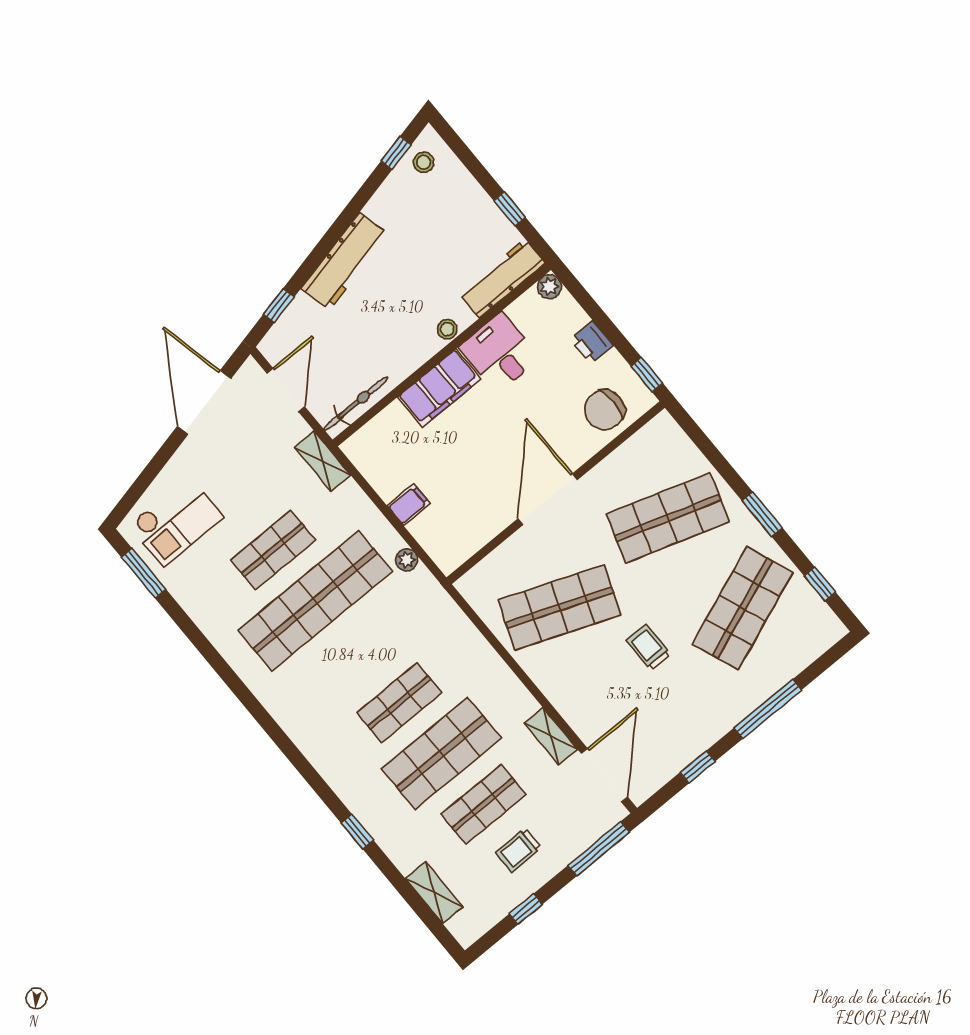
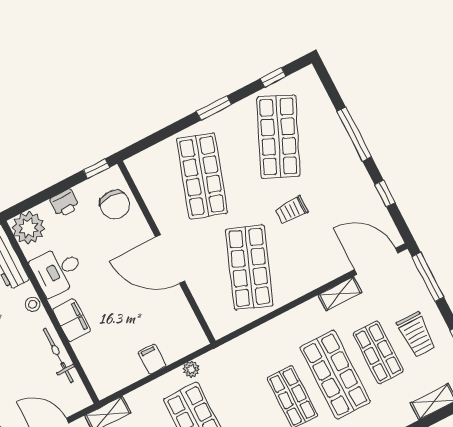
plant: (549, 287) -> (28, 228), width x1.87, depth x1.87
filing cabinet: (439, 388) -> (72, 320), width x0.67, depth x0.86
bicycle: (356, 404) -> (58, 355), moved
shop shelf: (743, 608) -> (278, 137), turned 45
trolley: (518, 850) -> (416, 335), width x1.36, depth x1.39

